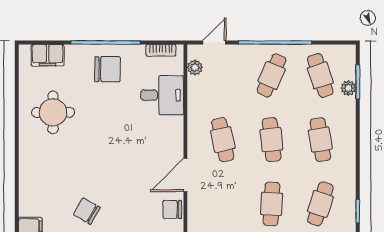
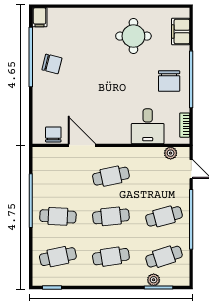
cafe table: (272, 75) -> (164, 216), turned -39
cafe table: (320, 204) -> (58, 257), turned -30
chair: (87, 211) -> (52, 64), turned 74

